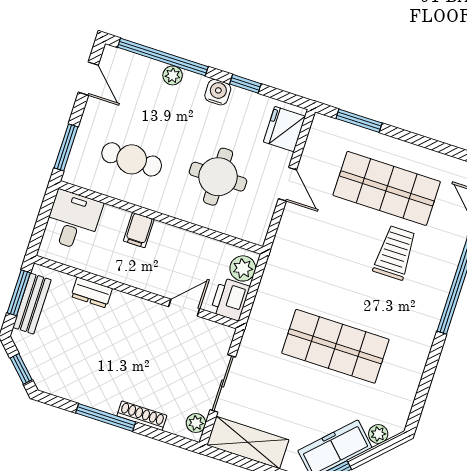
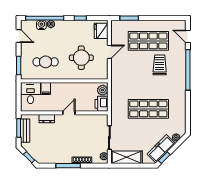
water cooler: (218, 92) -> (41, 25), moved
door: (287, 184) -> (109, 52), hinge flipped
filing cabinet: (139, 230) -> (46, 88), moved
door: (184, 308) -> (69, 113), moved

